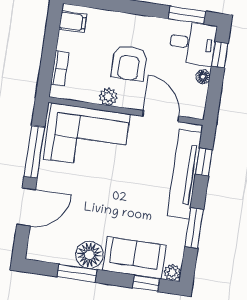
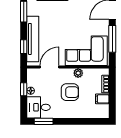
filing cabinet: (73, 22) -> (102, 99), moved
window: (220, 55) -> (24, 89), moved
armchair: (129, 63) -> (70, 92), turned 90
door: (161, 116) -> (50, 67), swing flipped

